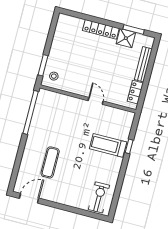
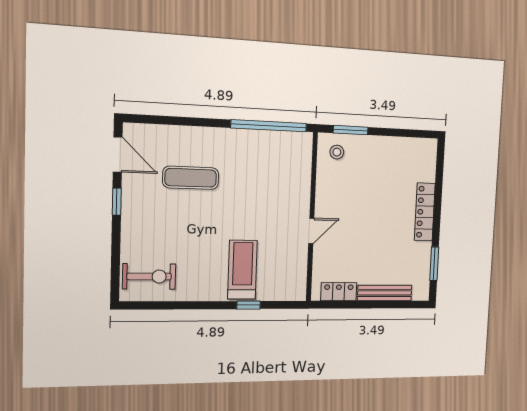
shower: (126, 38) -> (419, 255), removed
window: (54, 205) -> (117, 202), added

